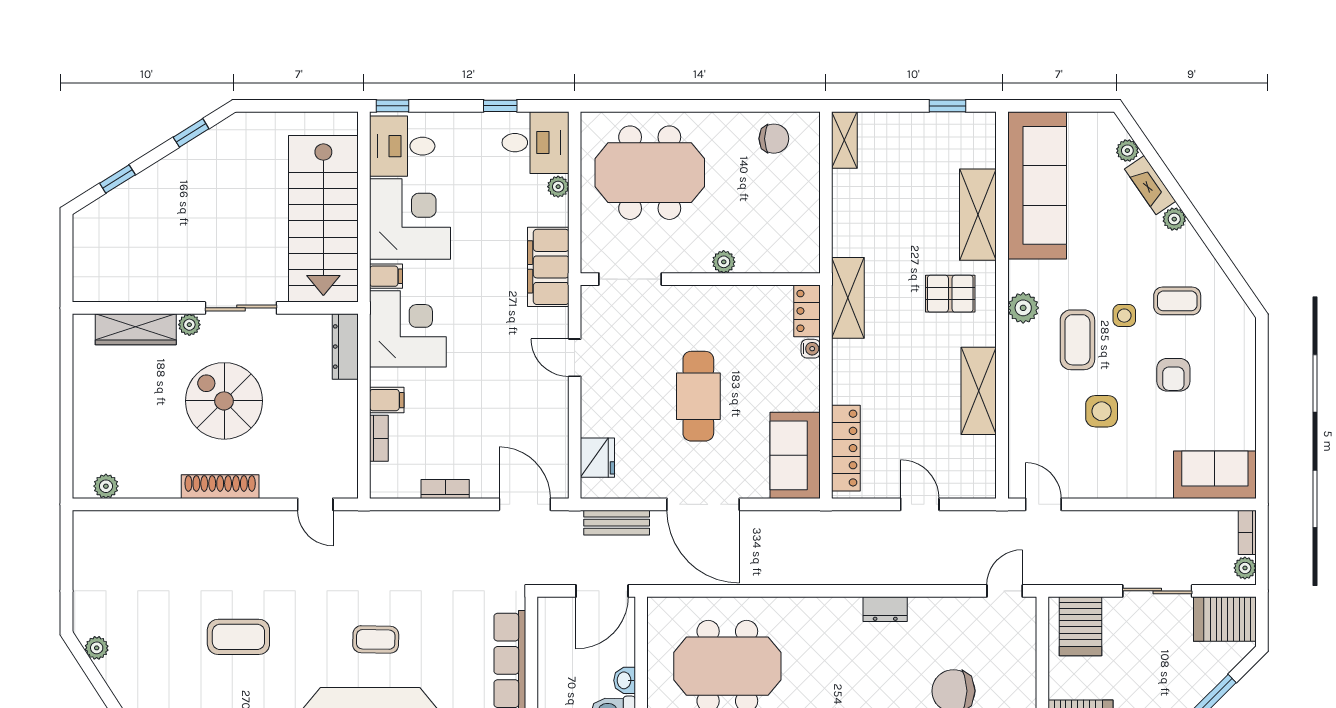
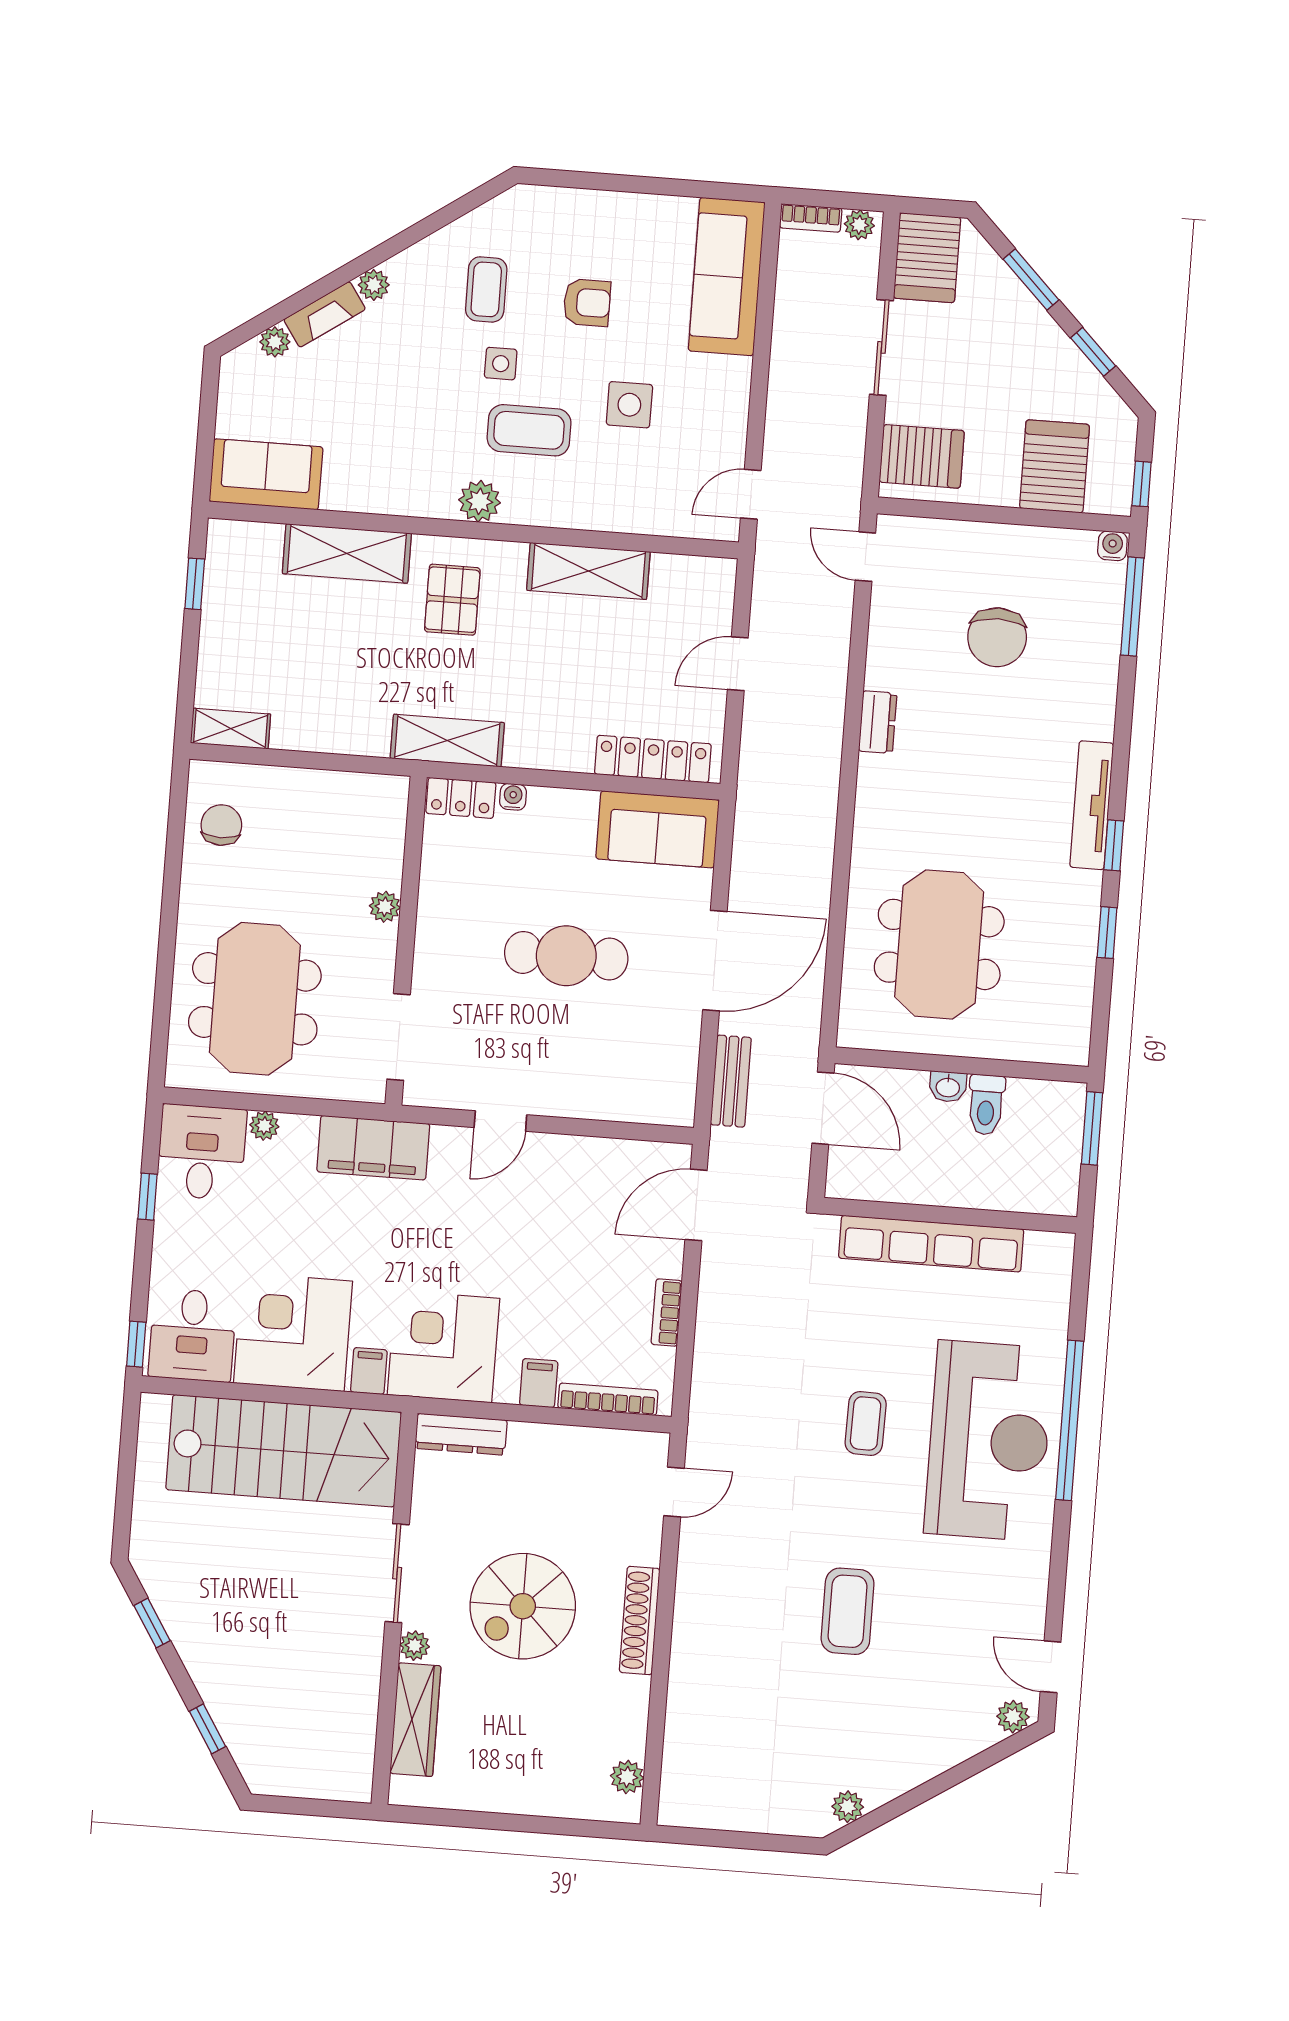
sofa: (1037, 185) -> (266, 474), width x0.54, depth x0.79
bookcase: (379, 438) -> (608, 1399), width x1.56
fridge: (597, 458) -> (640, 1100), removed
sofa: (1215, 475) -> (727, 277), width x1.36

